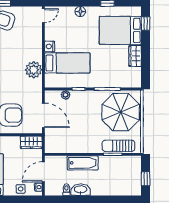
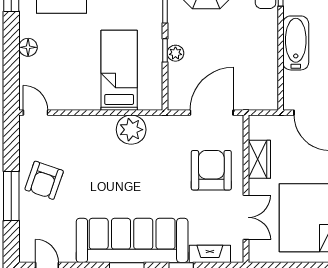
nightstand: (50, 46) -> (90, 101), removed
plant: (66, 95) -> (175, 53), moved
wardrobe: (31, 142) -> (259, 159), moved

